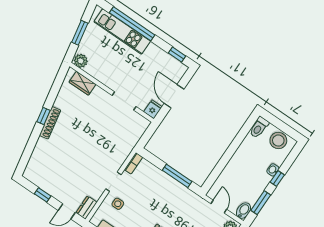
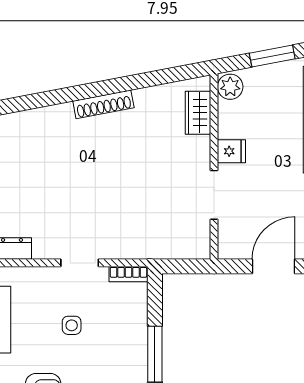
fridge: (153, 109) -> (231, 151), moved
window: (43, 116) -> (107, 87), removed
side table: (118, 204) -> (72, 325), moved

